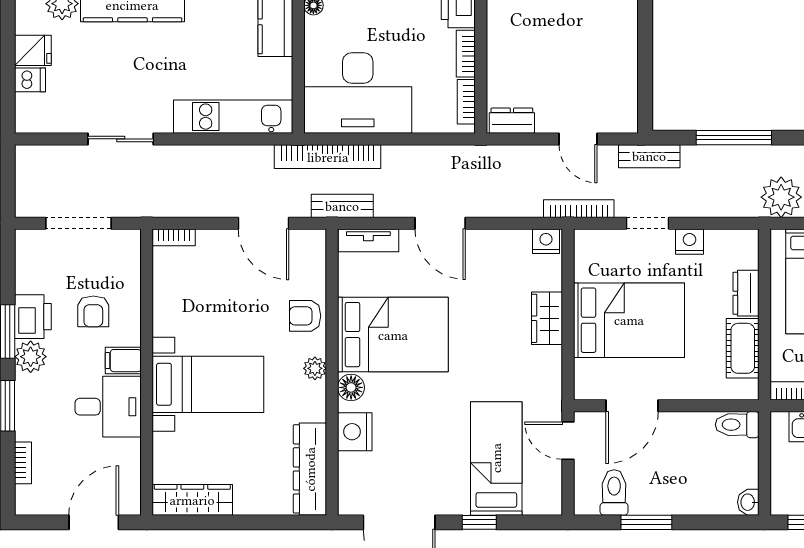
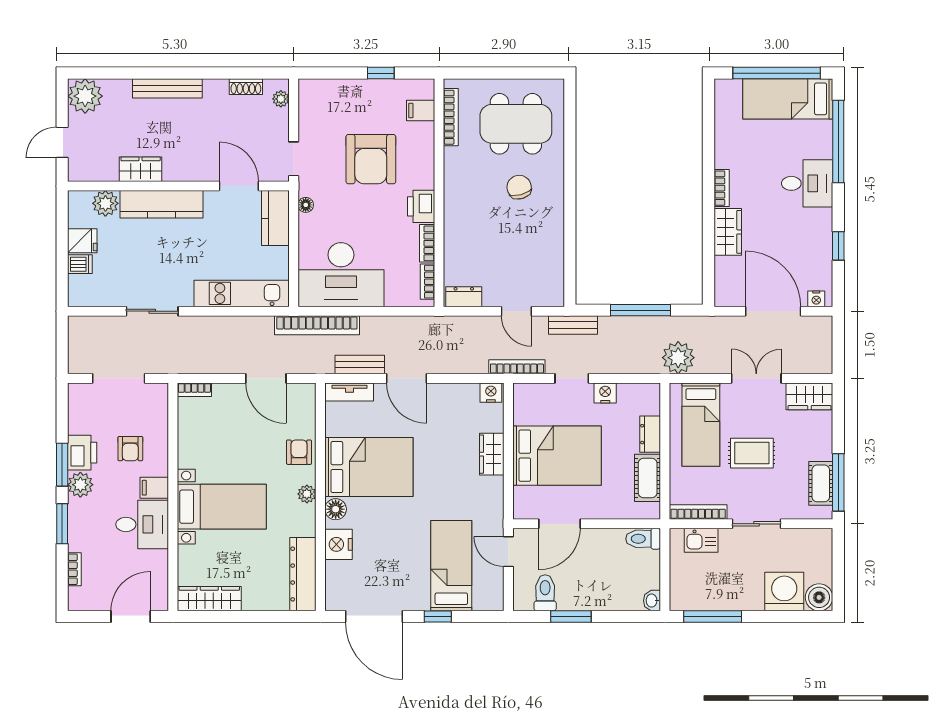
bench: (342, 206) -> (360, 364), moved
armchair: (305, 316) -> (299, 452), turned 90

